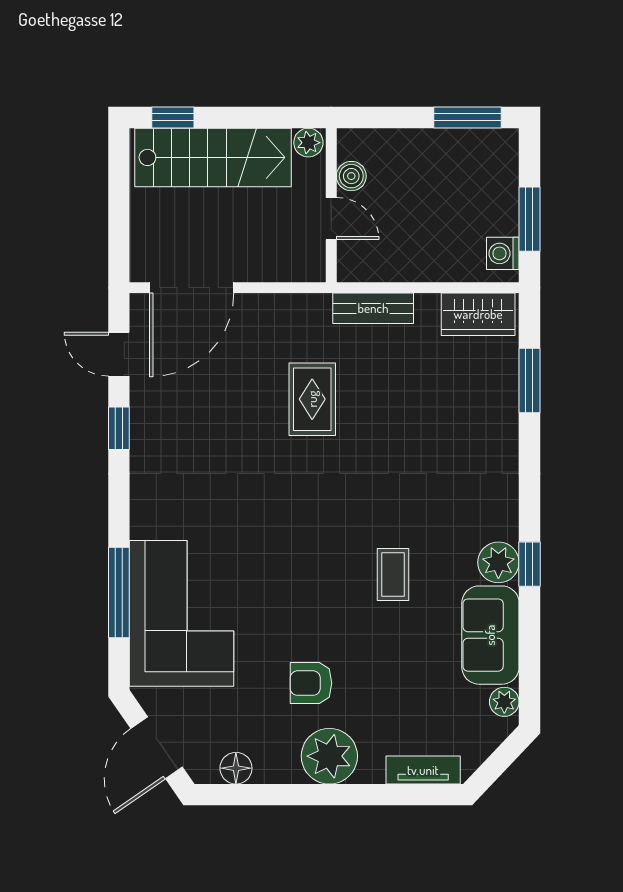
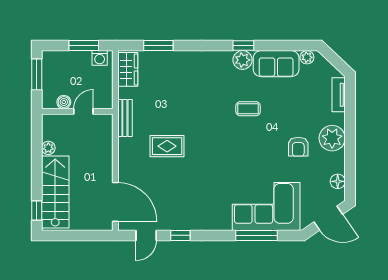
boiler: (351, 176) -> (64, 102), moved
wall: (331, 205) -> (77, 111), moved
door: (331, 218) -> (83, 111), moved

